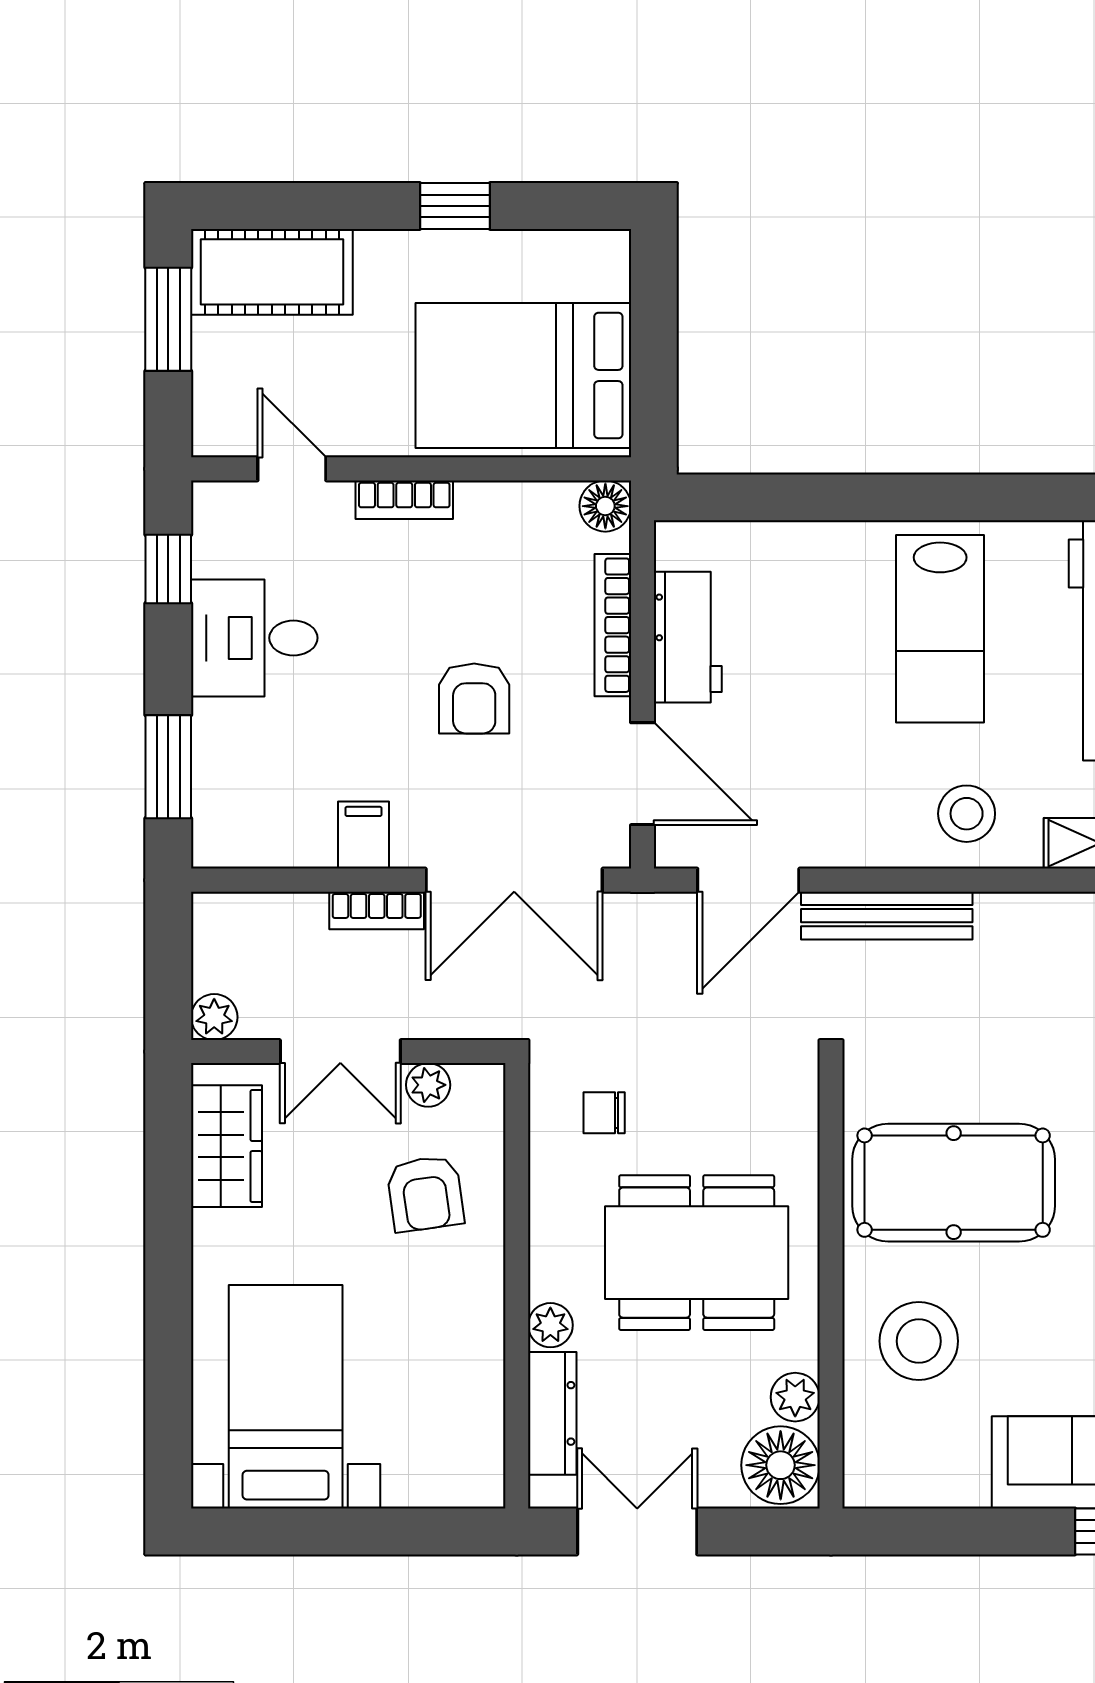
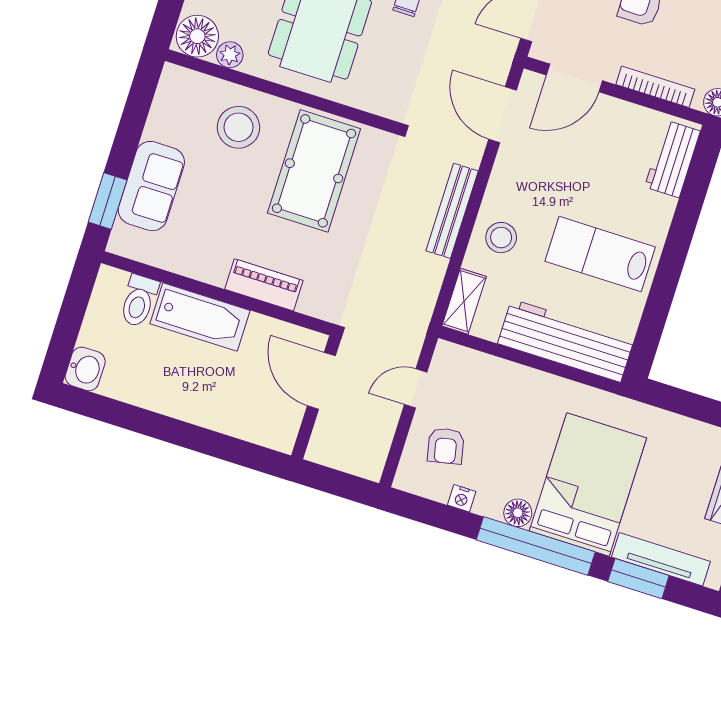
workbench: (688, 637) -> (673, 159), moved, turned 90
bench: (887, 916) -> (452, 211), moved

